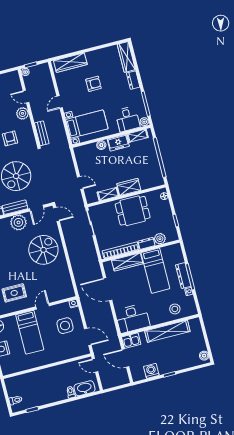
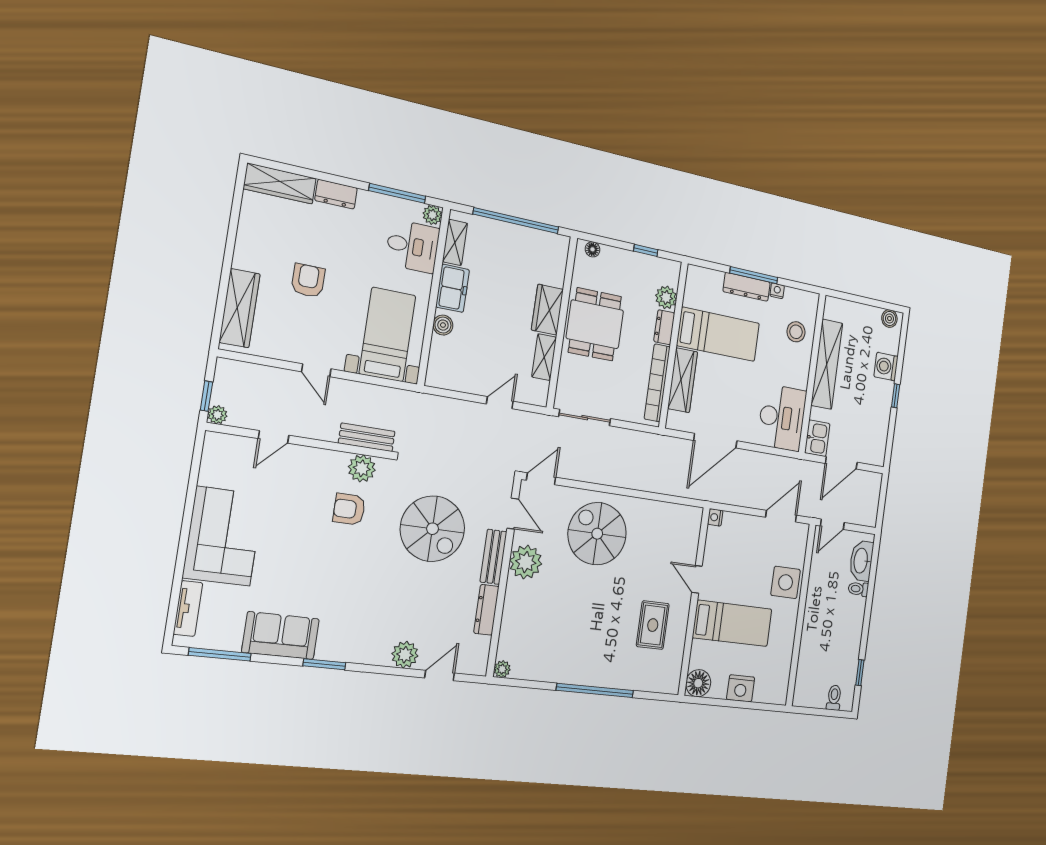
plant: (22, 113) -> (362, 468), moved
side table: (65, 326) -> (786, 582), moved
washing machine: (151, 371) -> (886, 366), moved

